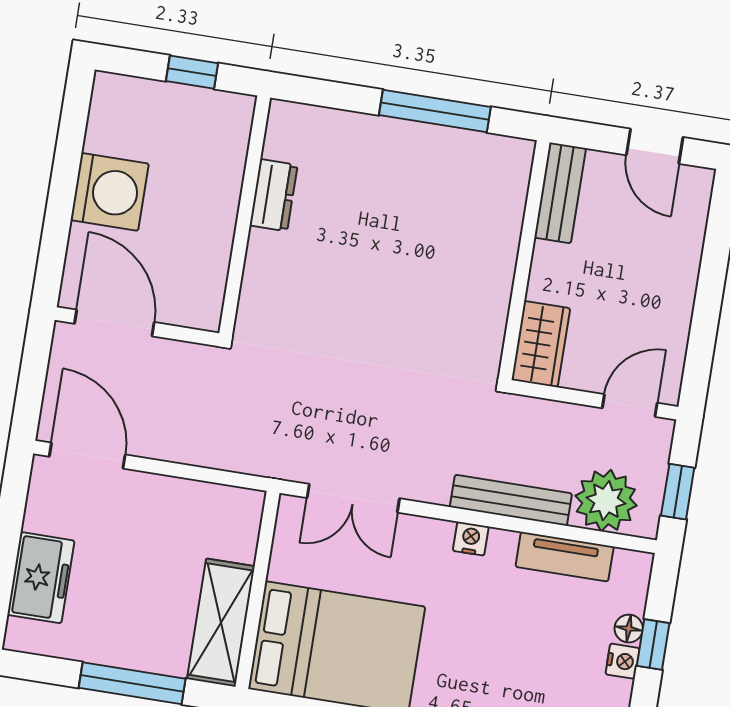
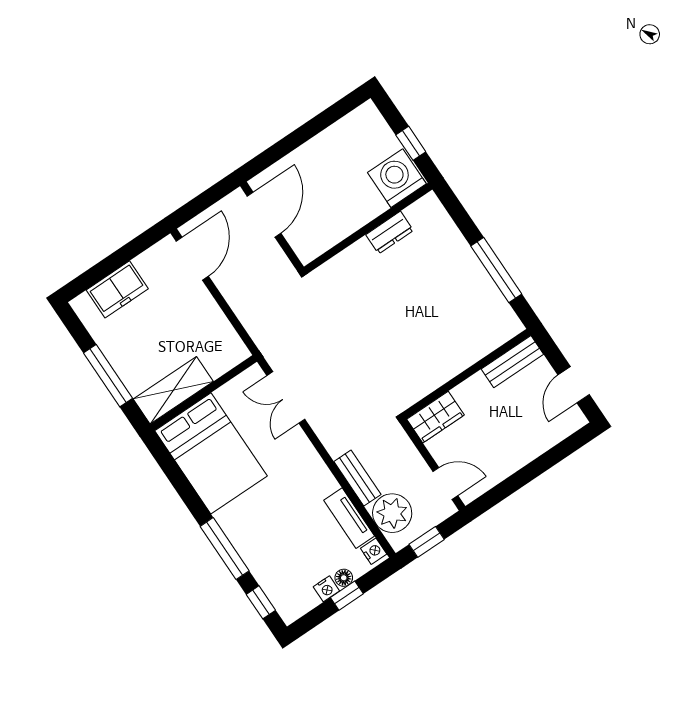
washing machine: (110, 192) -> (397, 178), moved, turned 180
bench: (511, 500) -> (357, 478), width x0.73
nightstand: (471, 539) -> (374, 551), moved

